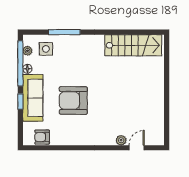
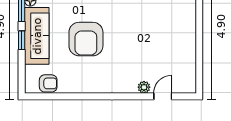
armchair: (73, 100) -> (86, 39), turned -90
armchair: (42, 137) -> (48, 83), turned 180

